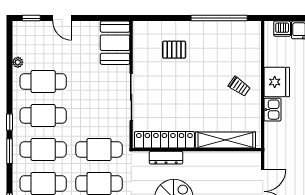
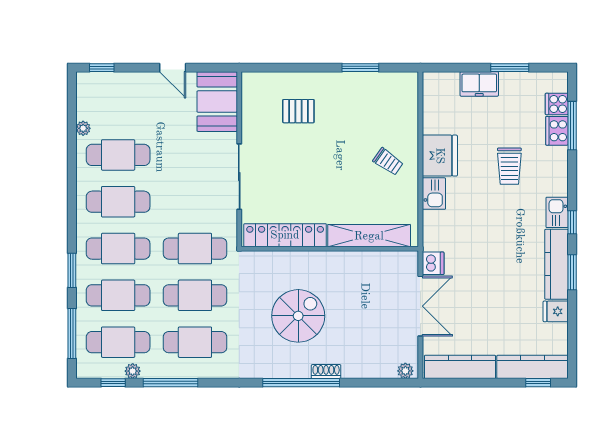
door: (62, 18) -> (173, 68), moved
window: (219, 18) -> (360, 68), width x0.47
dishwasher: (282, 29) -> (433, 263), moved, turned -90
window: (10, 122) -> (72, 211), removed
window: (10, 151) -> (72, 270), moved
dresser: (166, 158) -> (287, 260), removed

